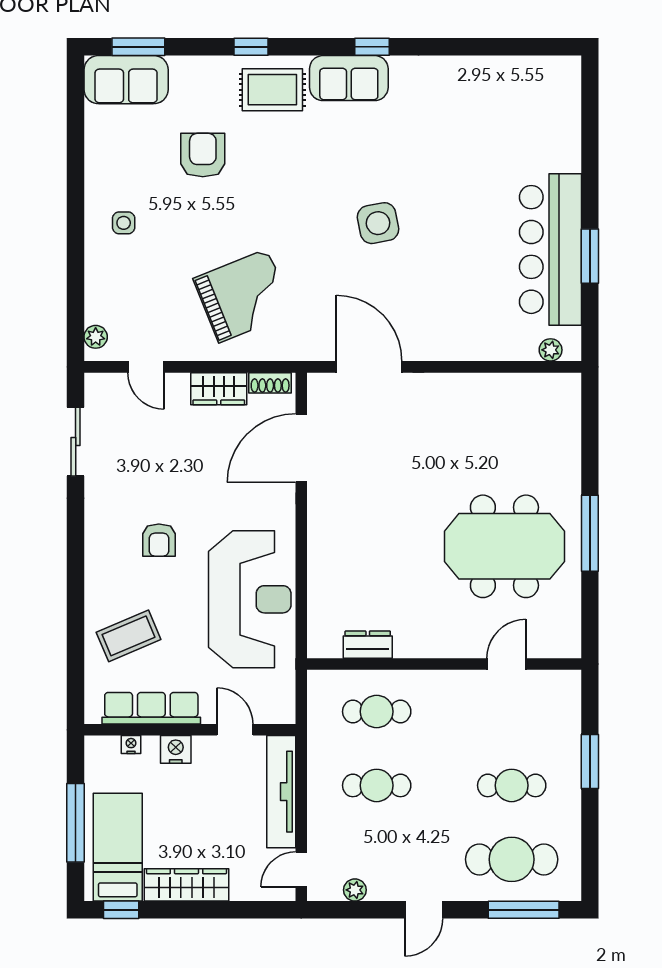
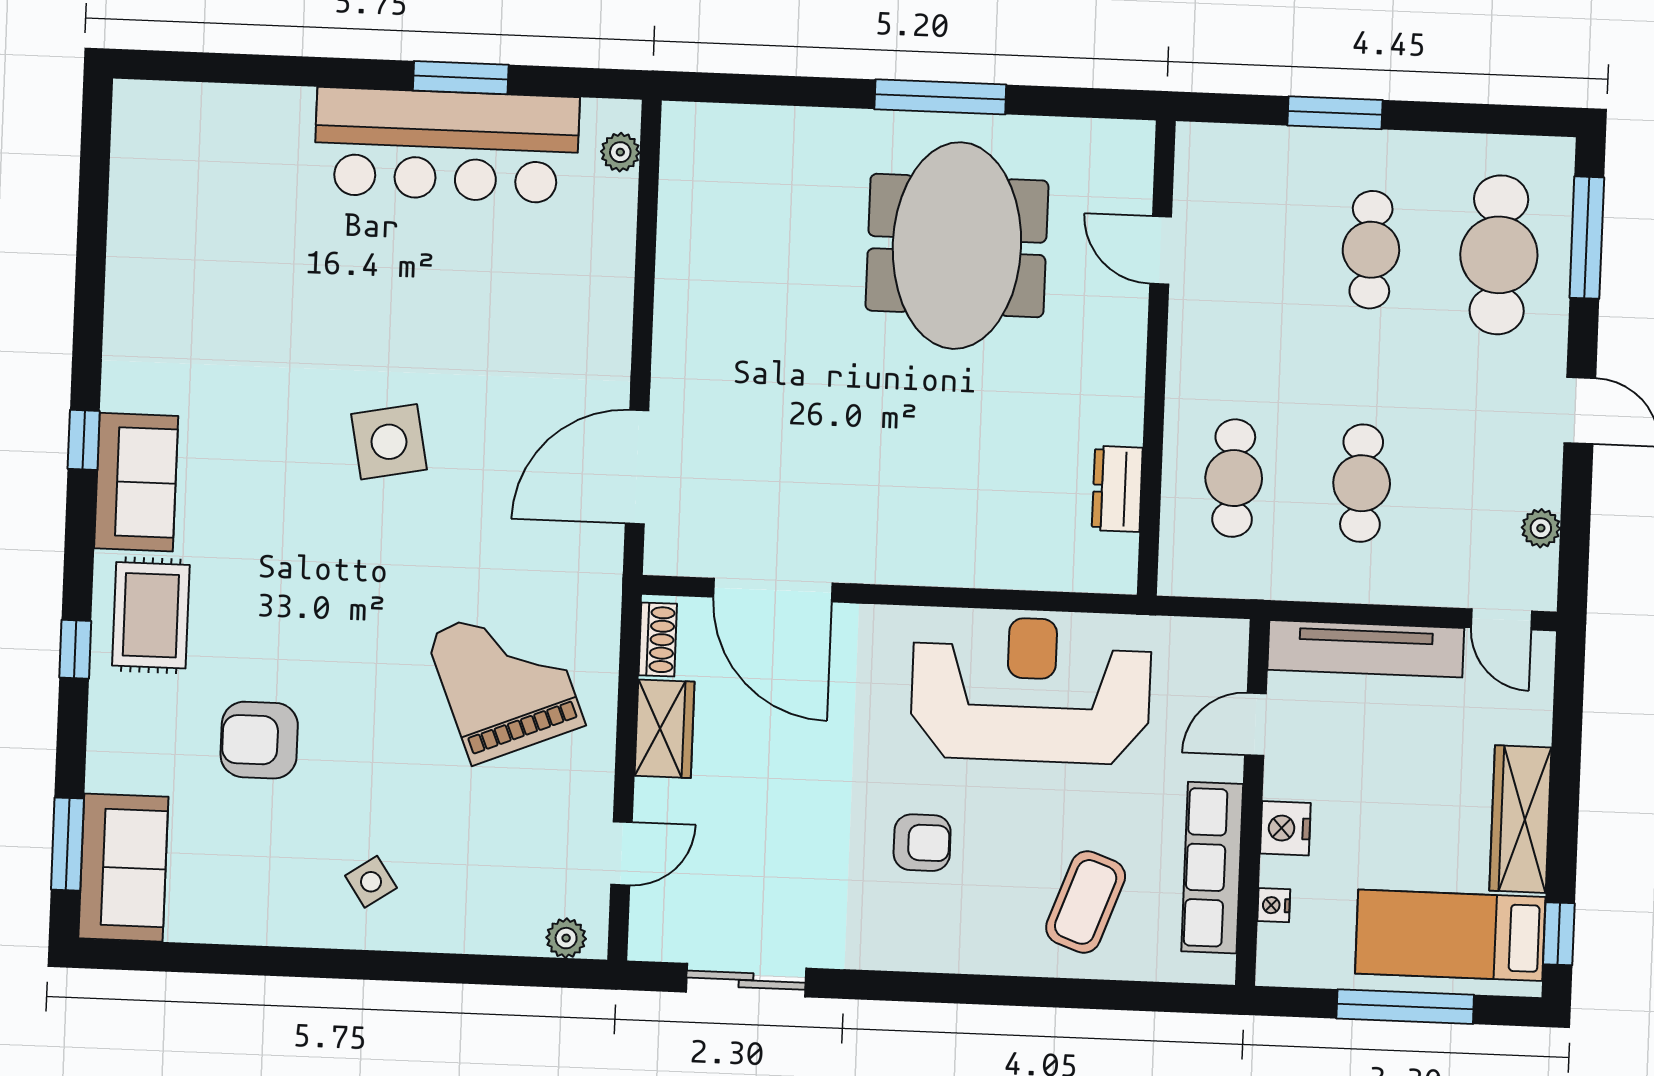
side table: (124, 223) -> (371, 882), turned -34
coffee table: (129, 636) -> (1086, 902), turned 43

